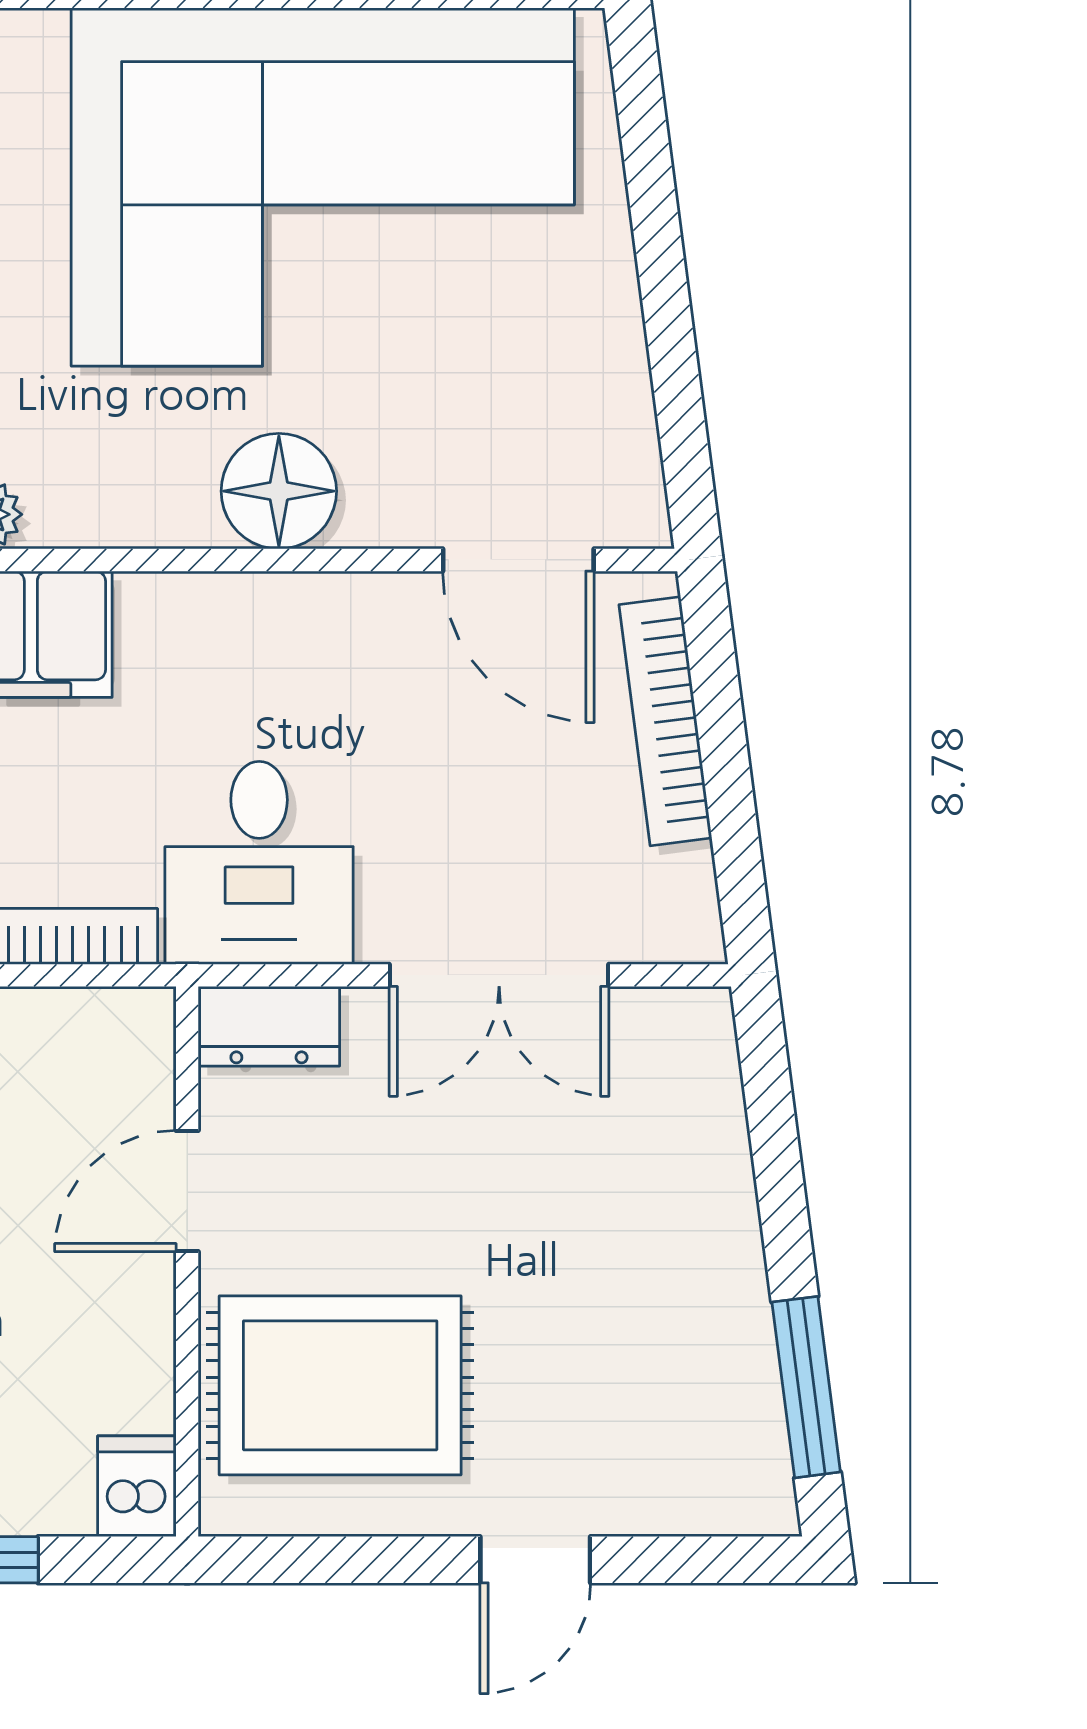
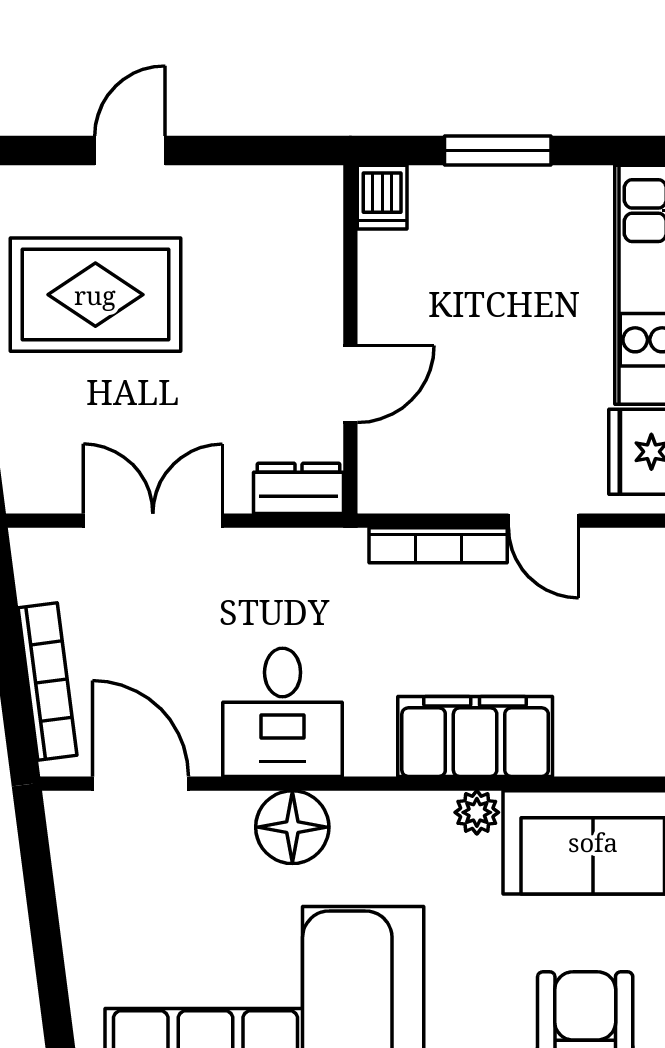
desk: (259, 863) -> (283, 712), moved, turned 180
rug: (340, 1385) -> (95, 295), moved

